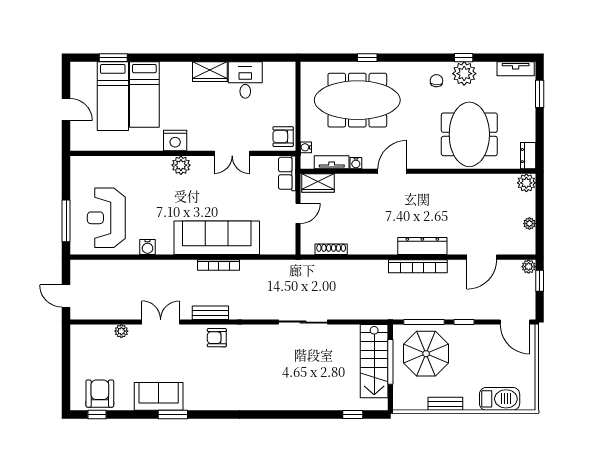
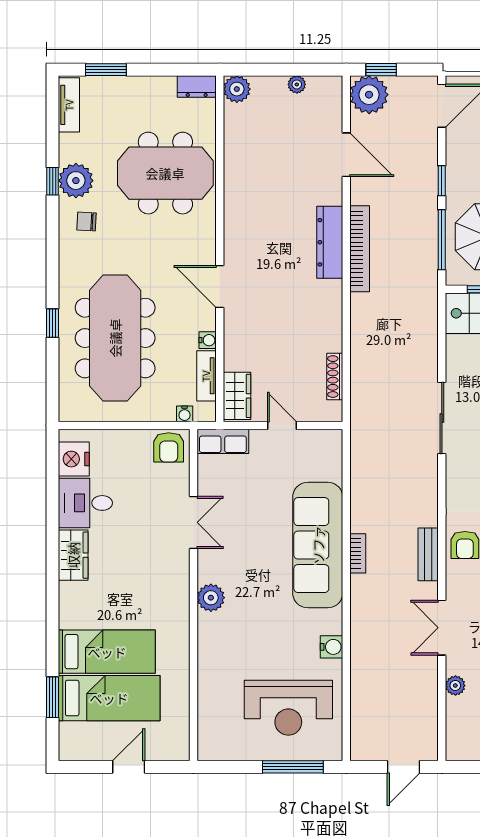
nightstand: (175, 141) -> (74, 459), moved, turned 180
bookcase: (219, 265) -> (358, 553), width x0.64
plant: (529, 267) -> (369, 95), width x1.88, depth x1.88

